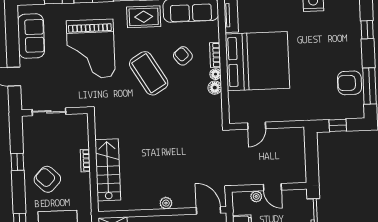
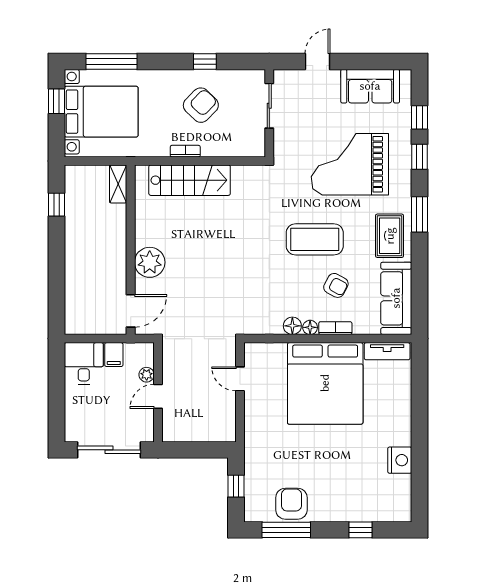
armchair: (183, 56) -> (336, 285), turned 67
coffee table: (149, 73) -> (315, 239), turned 31
bookcase: (85, 161) -> (185, 151), moved
armchair: (47, 179) -> (201, 105), moved
plant: (166, 203) -> (150, 262), width x1.87, depth x1.87

